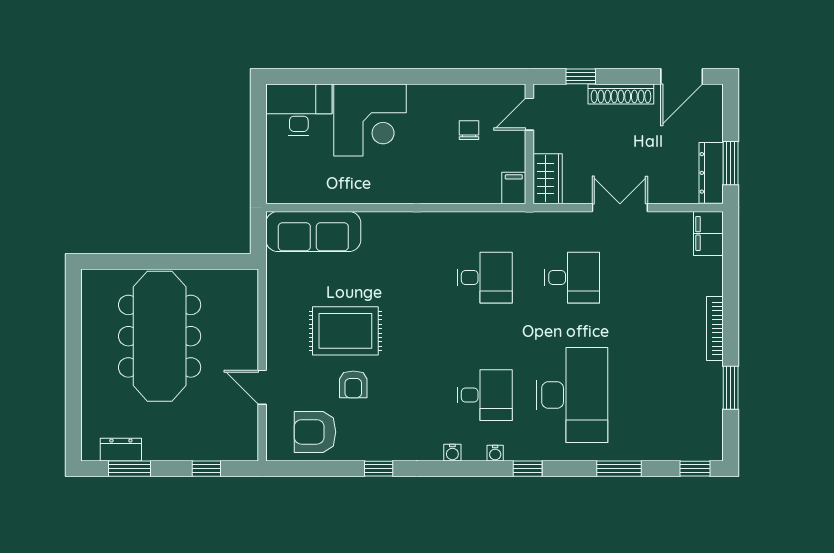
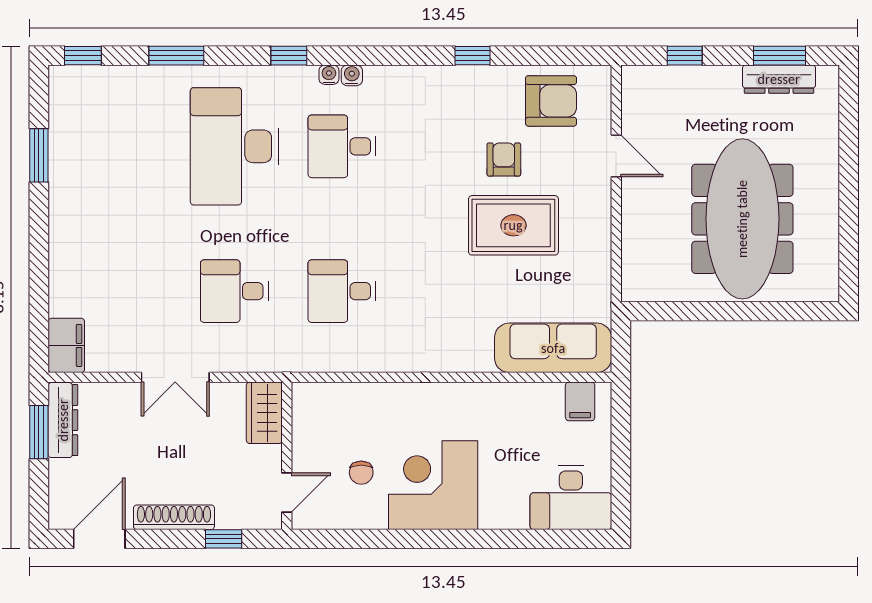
corner desk: (370, 120) -> (433, 485), moved
filing cabinet: (514, 188) -> (580, 401), moved
bookcase: (715, 329) -> (58, 228), removed
dresser: (121, 450) -> (779, 79), width x1.44
water cooler: (452, 453) -> (352, 75), moved

